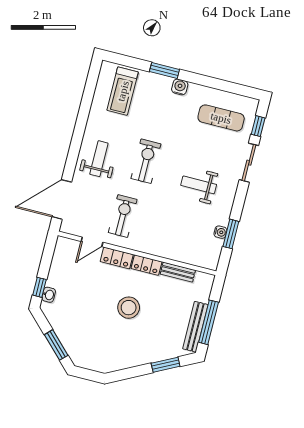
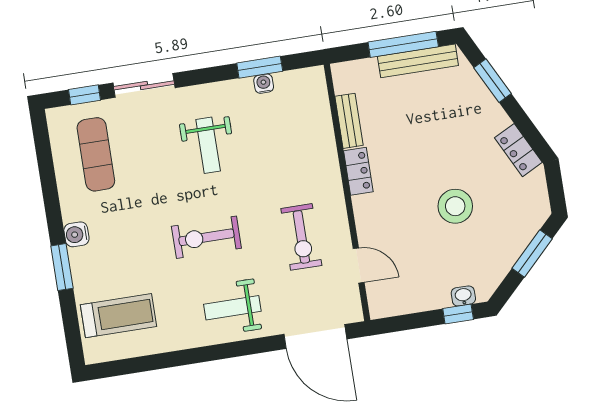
exercise bike: (123, 216) -> (301, 237), turned -90
locker: (117, 258) -> (518, 150), moved, turned 153
stool: (129, 308) -> (455, 206), moved

